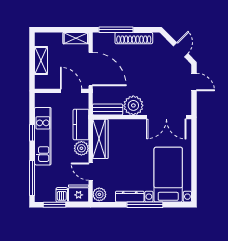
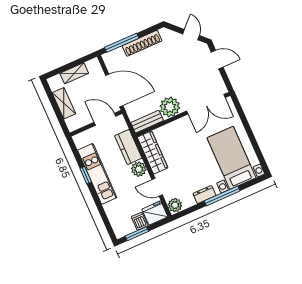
shelving: (76, 38) -> (74, 73), moved
window: (32, 178) -> (105, 218), removed
dresser: (130, 197) -> (204, 195), width x0.70

